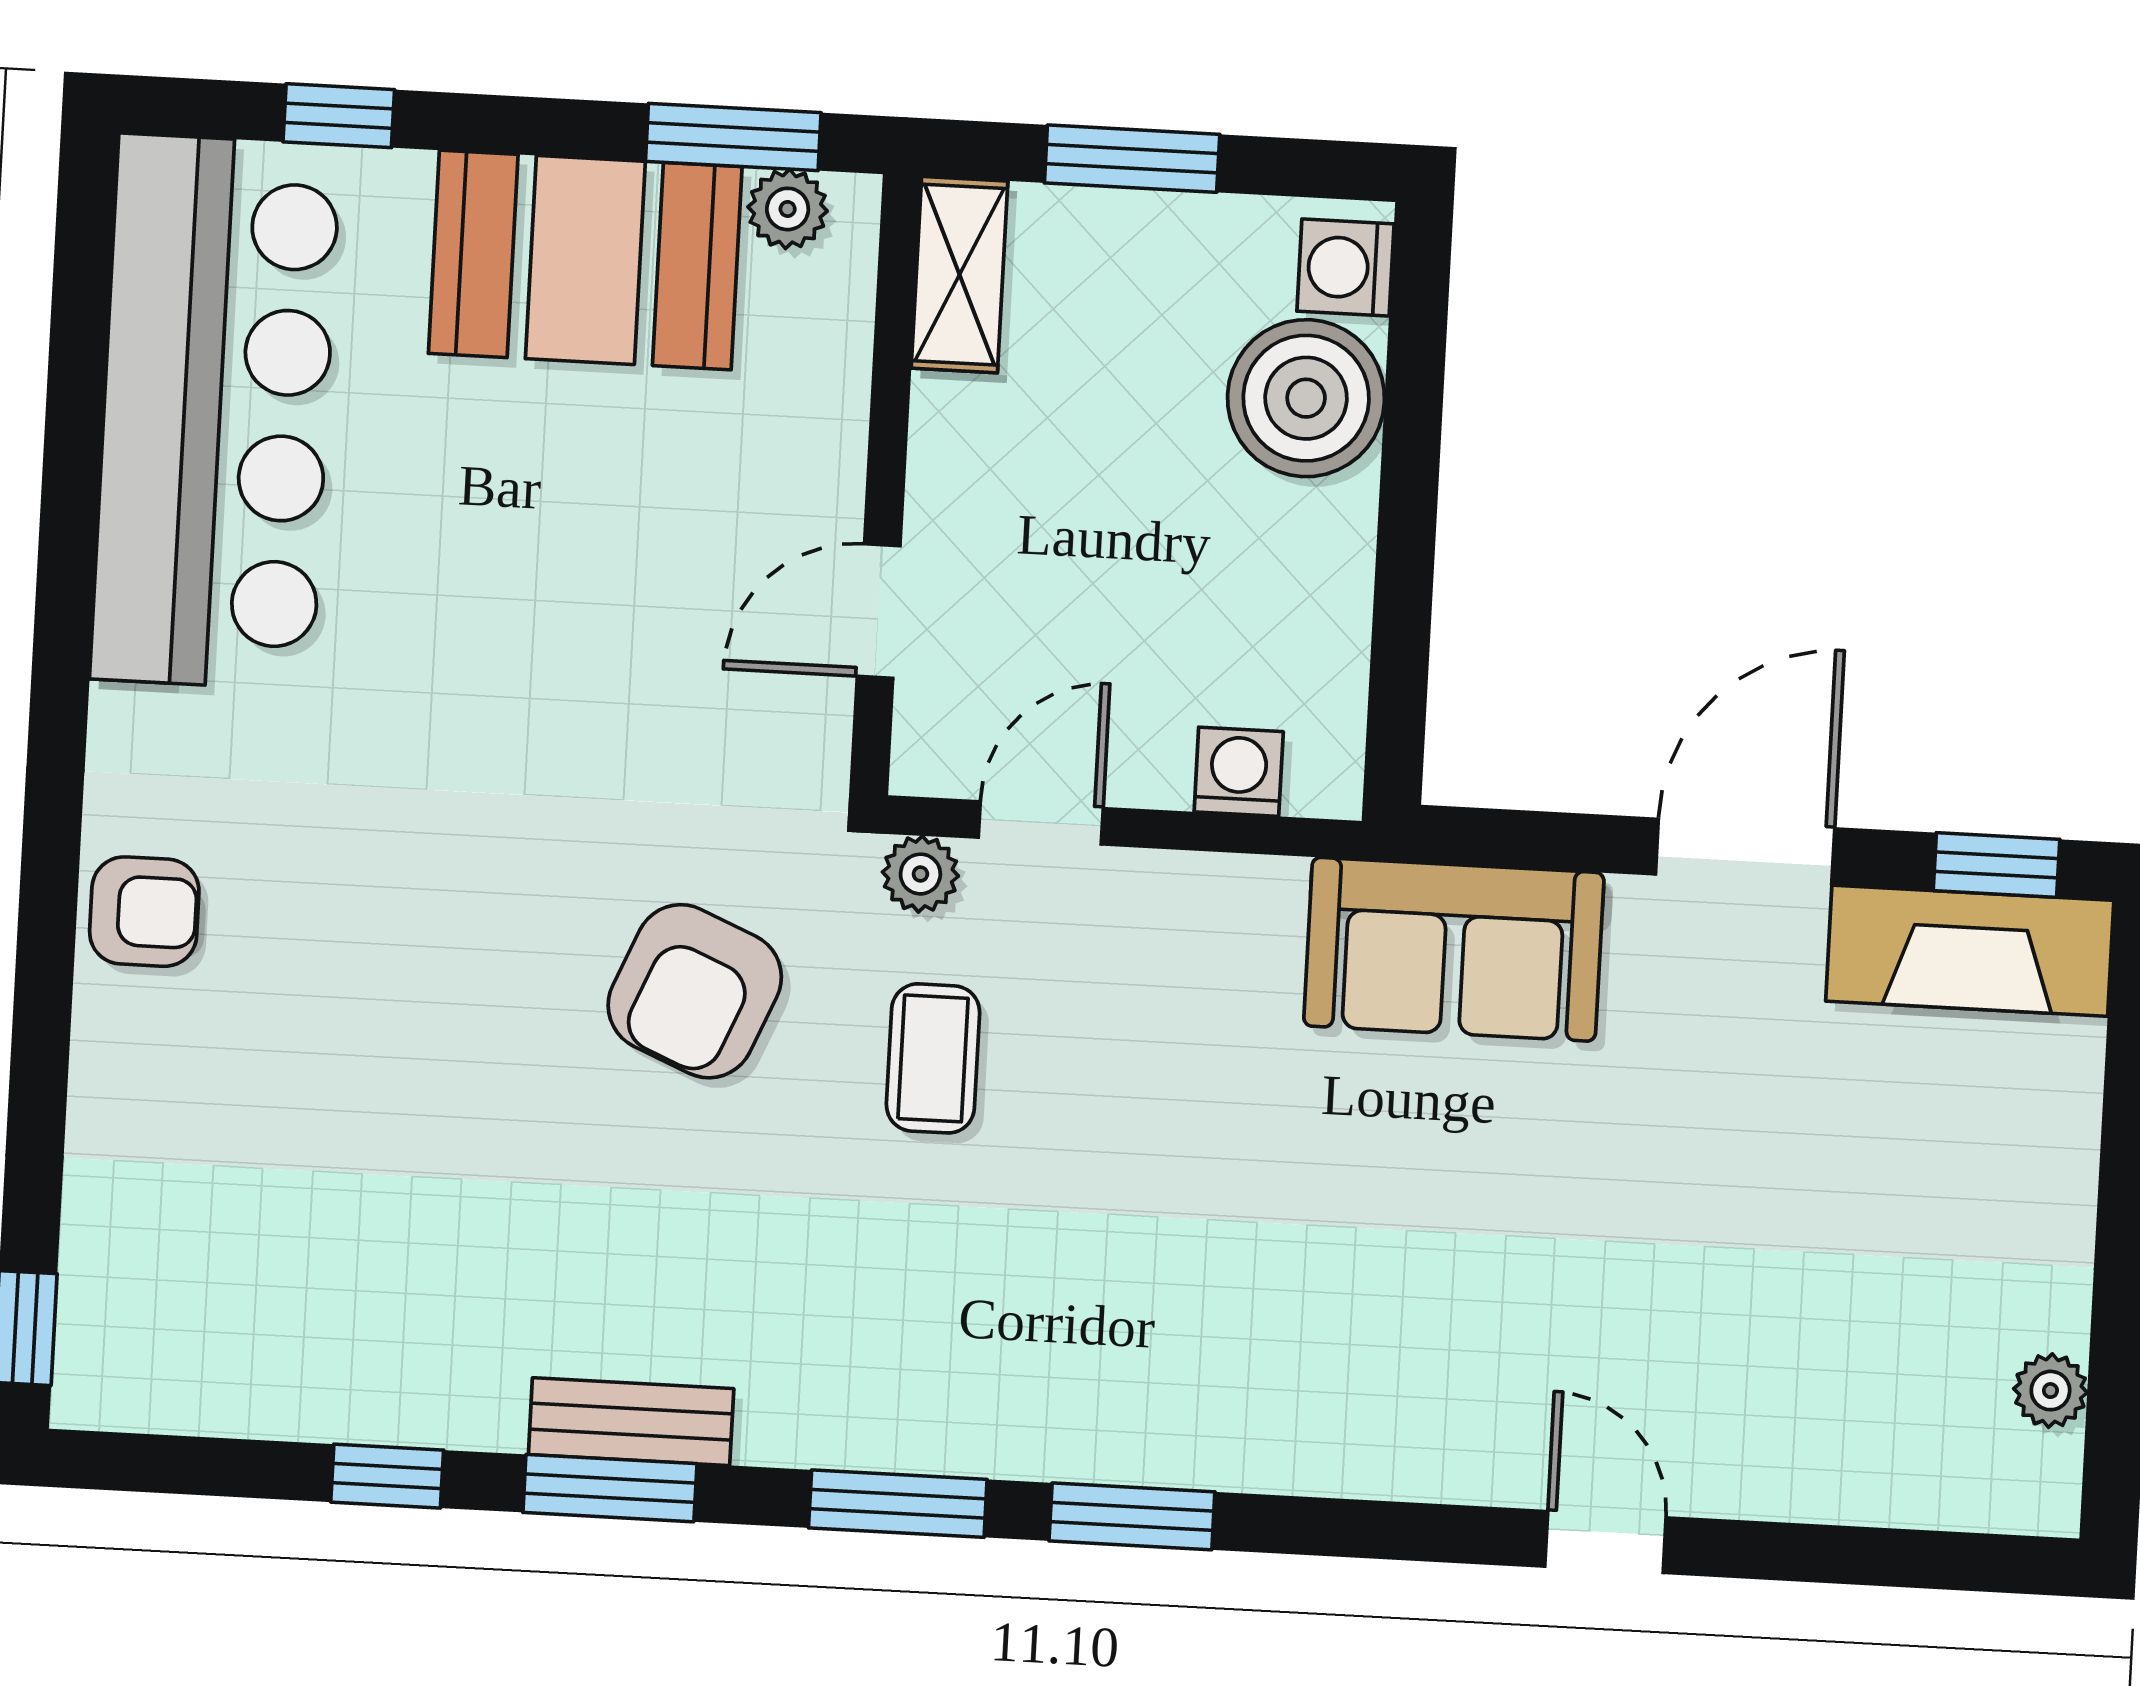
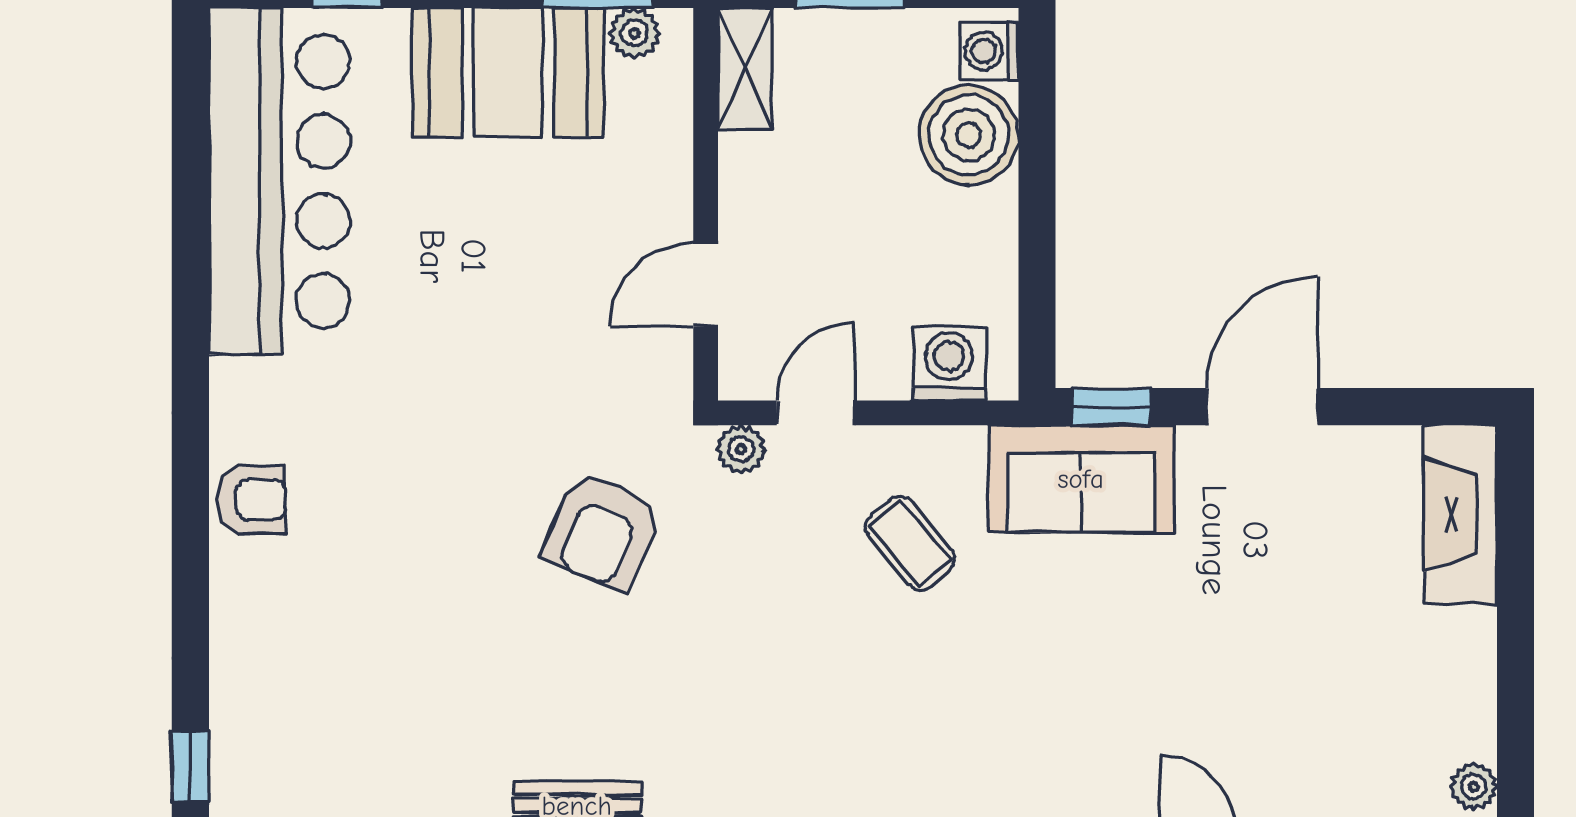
washing machine: (1239, 772) -> (949, 364), width x1.38, depth x1.38
window: (1997, 865) -> (1111, 407), moved
fireplace: (1970, 951) -> (1460, 515), moved, turned 90
coffee table: (933, 1058) -> (910, 543), moved, turned -40
plant: (2050, 1391) -> (1474, 787), moved

